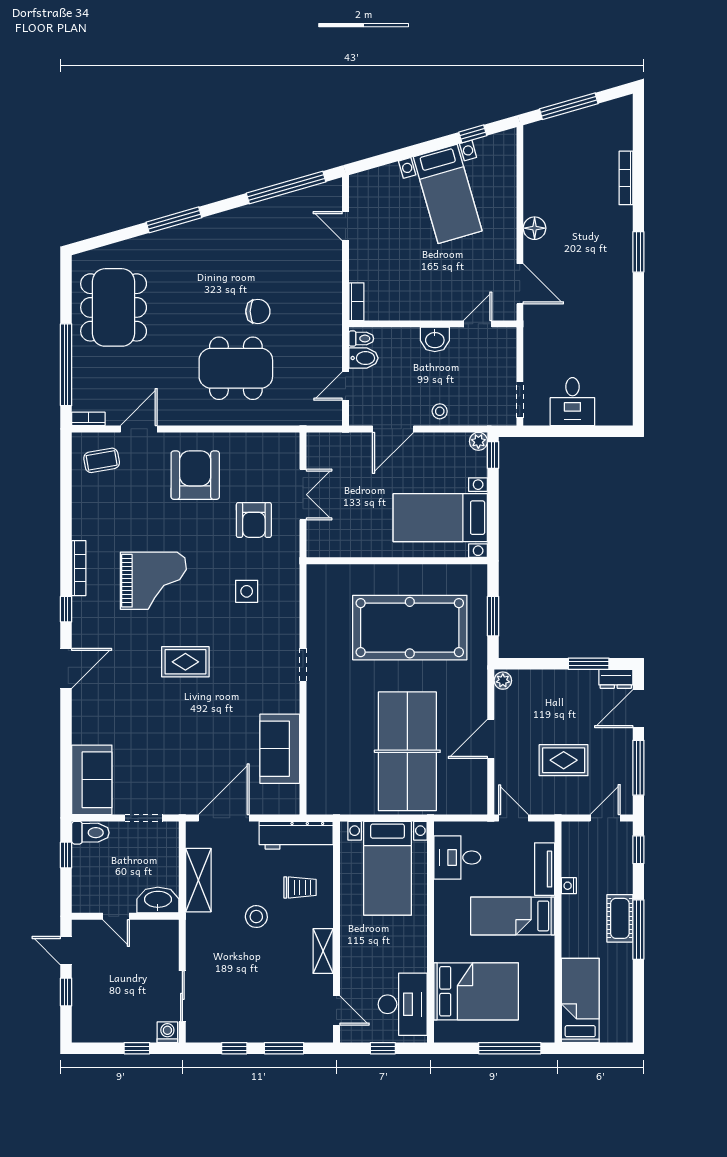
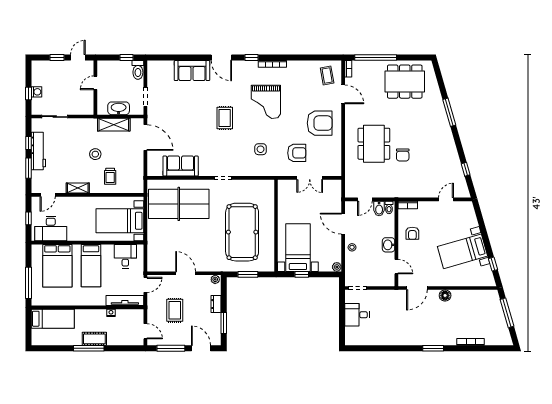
window: (286, 188) -> (466, 169), width x0.32
armchair: (412, 293) -> (412, 233), added
door: (346, 386) -> (365, 199), swing flipped
window: (493, 455) -> (302, 274), moved
armchair: (254, 520) -> (297, 153), turned 180
dresser: (616, 679) -> (216, 304), moved
table tennis table: (407, 751) -> (179, 204), moved
sofa: (92, 780) -> (192, 71), moved
workbench: (296, 835) -> (38, 151), moved, turned 180
window: (638, 850) -> (129, 348), removed
tv unit: (545, 869) -> (125, 301), width x1.41
washbasin: (158, 900) -> (119, 108), moved, turned -90
bed: (513, 916) -> (91, 266), moved, turned 180
washing machine: (167, 1032) -> (36, 92), moved

